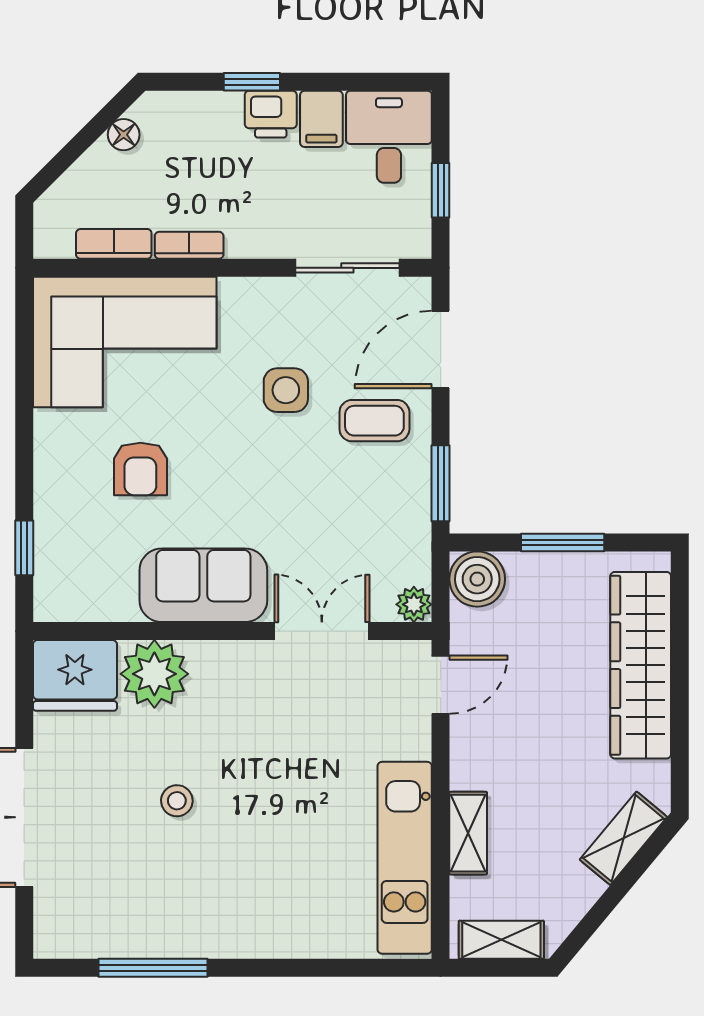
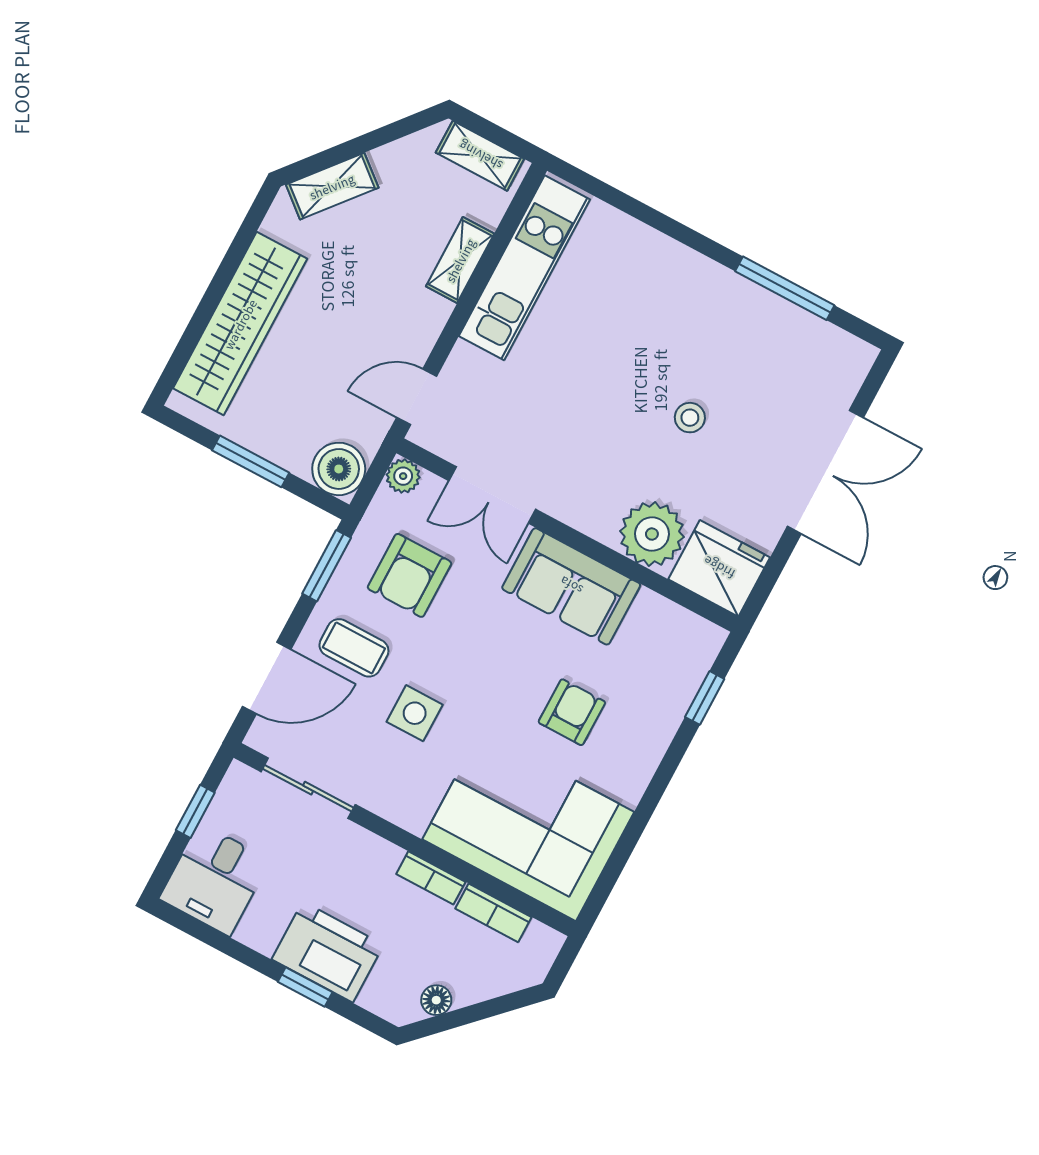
printer: (271, 114) -> (328, 952), width x1.87, depth x1.48
filing cabinet: (321, 119) -> (263, 925), removed
armchair: (359, 515) -> (410, 575), added

